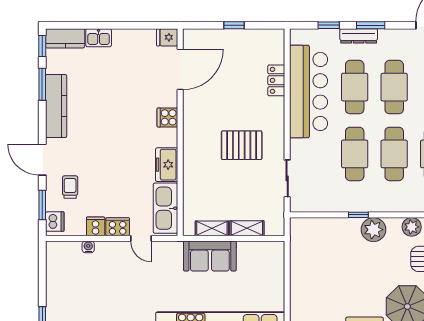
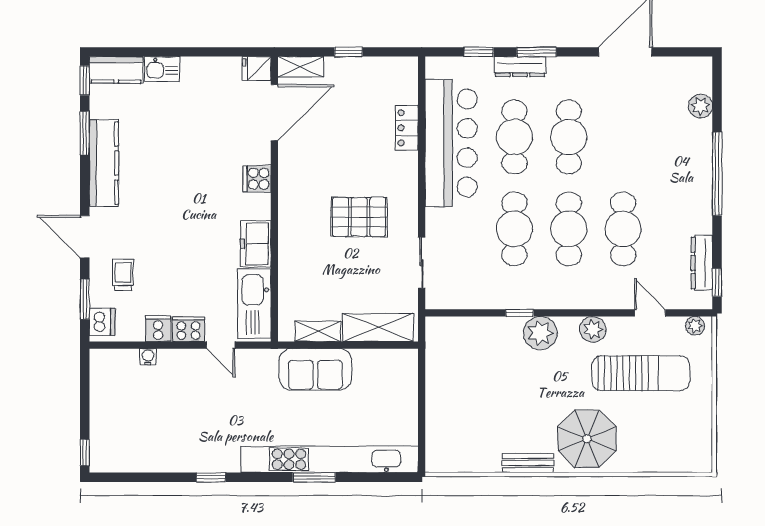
shelving: (199, 36) -> (301, 67), added
shelving: (247, 228) -> (378, 328), width x1.50, depth x1.33

